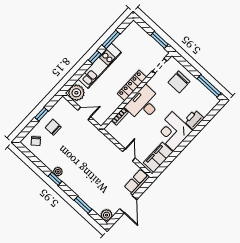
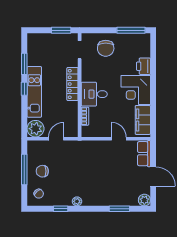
desk: (144, 104) -> (94, 94), width x0.73
window: (42, 114) -> (24, 169), width x2.17
window: (55, 179) -> (61, 209), moved

